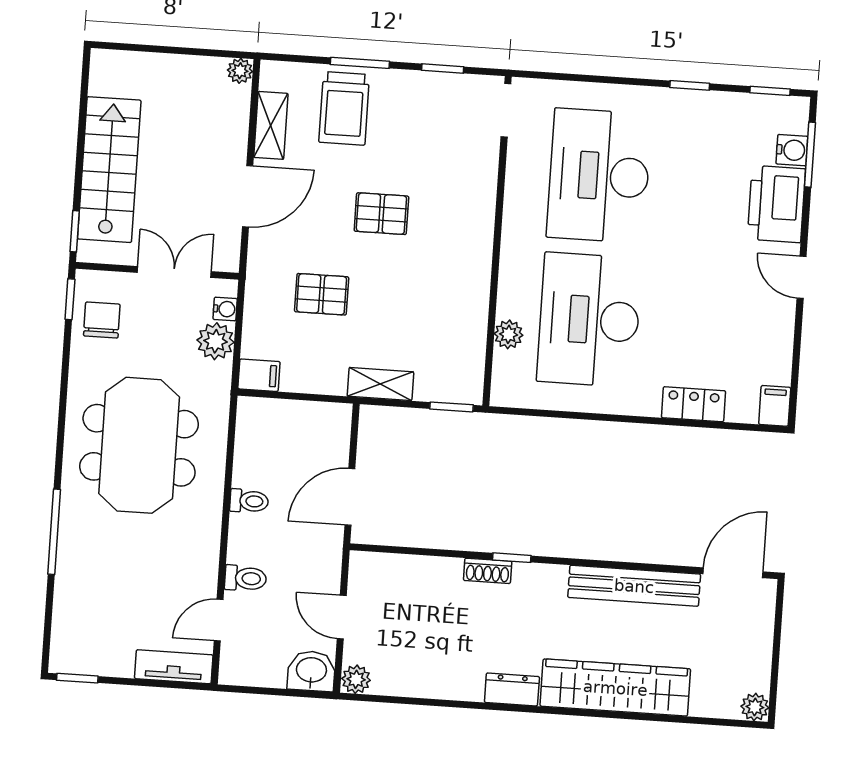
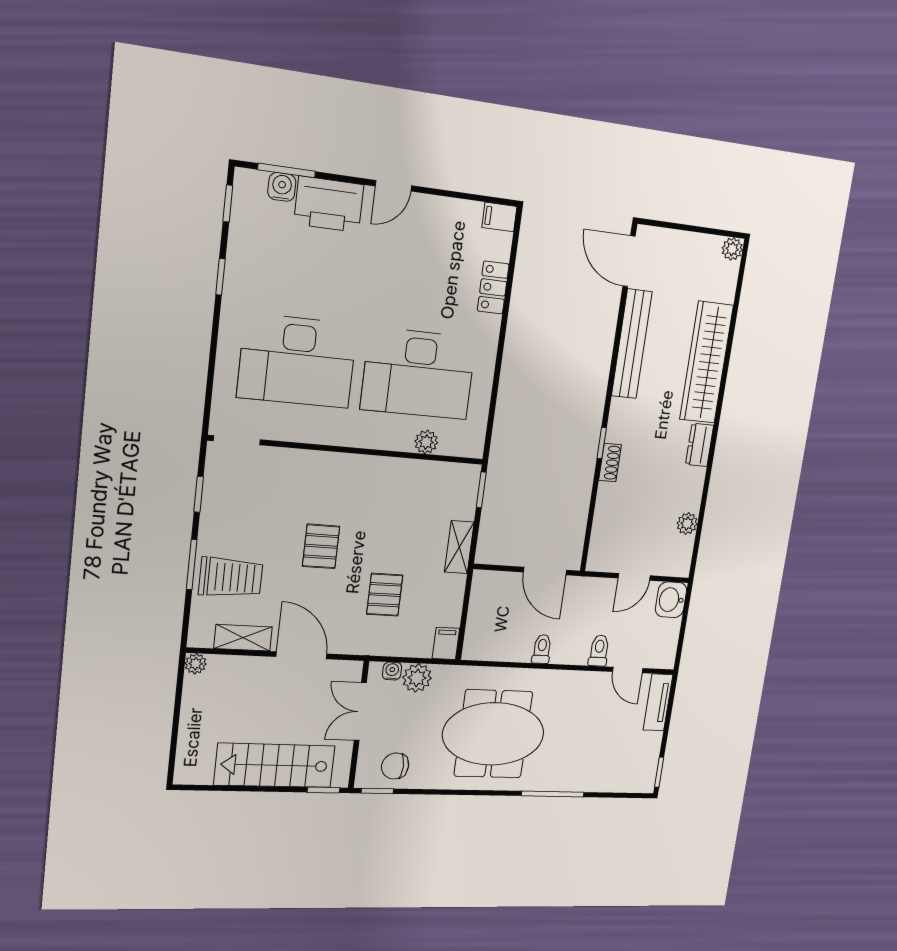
plant: (356, 679) -> (687, 524), moved

